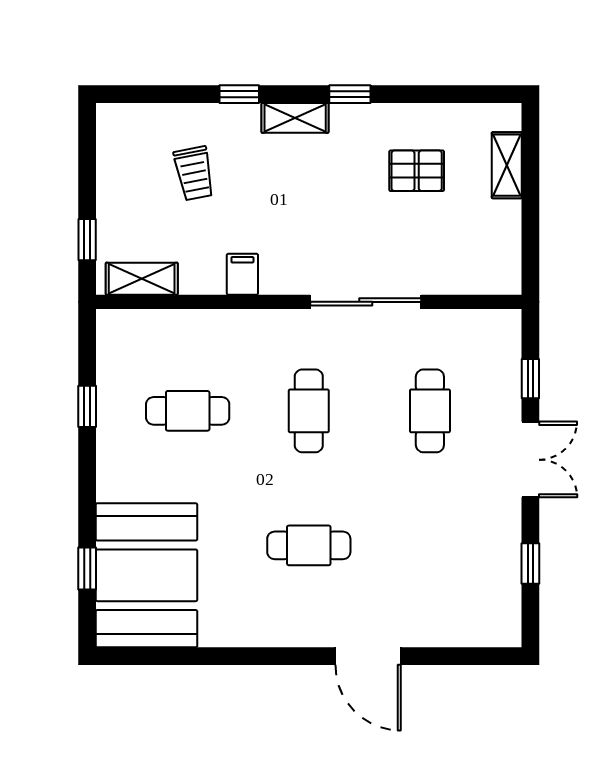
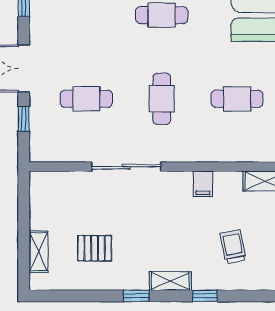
cafe table: (430, 411) -> (86, 99), turned 90

